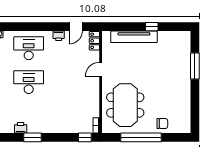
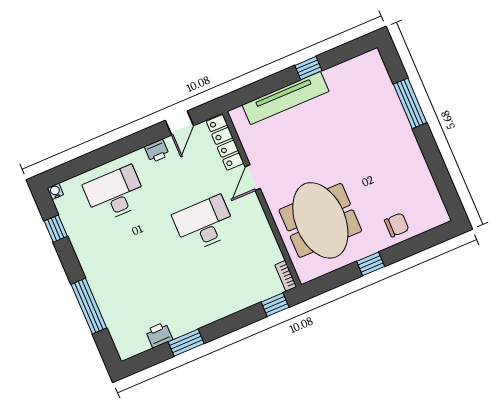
locker: (94, 41) -> (225, 142), width x1.53
desk: (29, 82) -> (204, 224), moved
window: (141, 137) -> (371, 264), width x0.32

